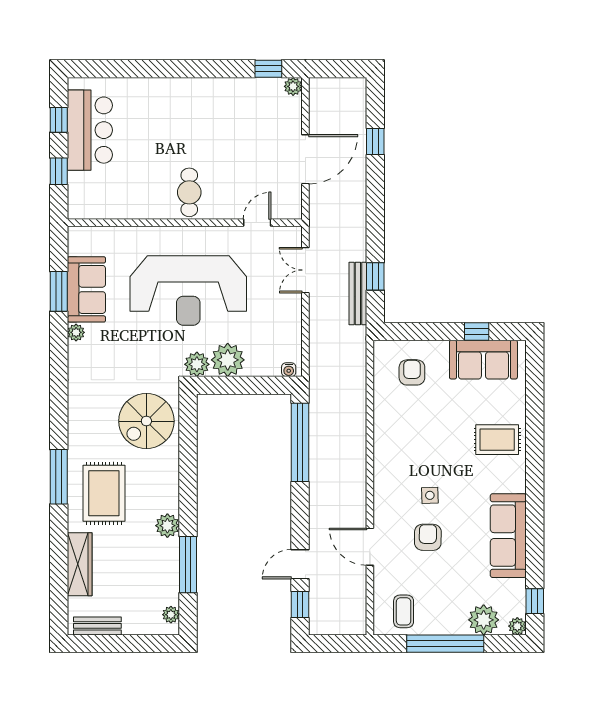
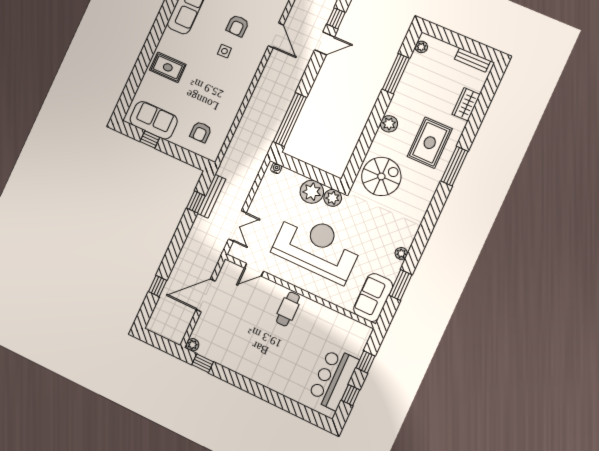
sofa: (86, 289) -> (373, 298), moved
plant: (167, 526) -> (389, 124), moved
wardrobe: (80, 564) -> (466, 104), width x0.67

